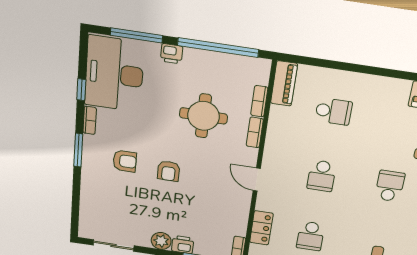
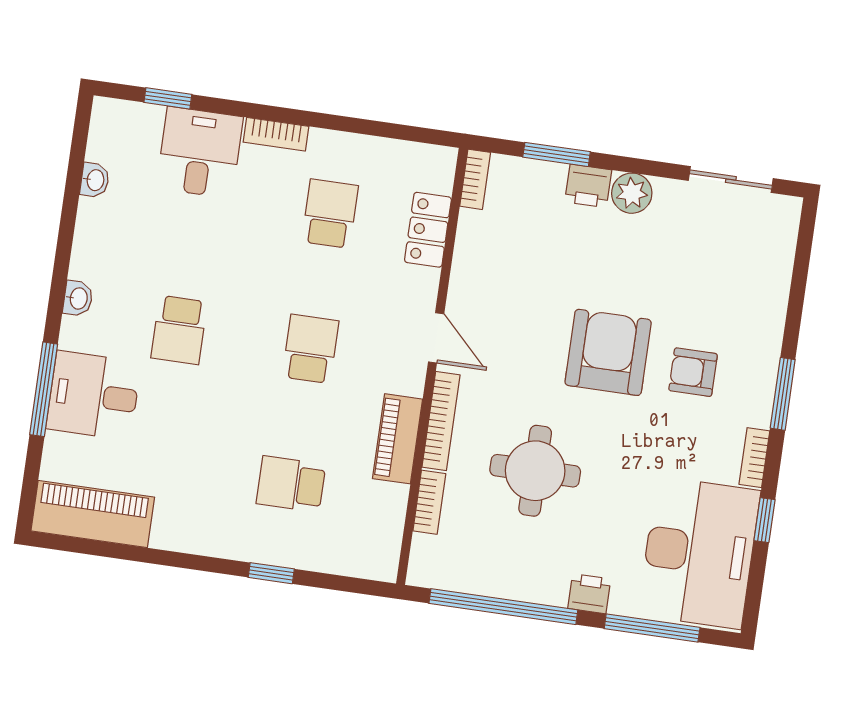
window: (346, 66) -> (271, 573), added
piano: (284, 83) -> (398, 439), moved
bookcase: (255, 132) -> (441, 421), width x1.56
armchair: (169, 171) -> (608, 352), width x1.88, depth x1.88

